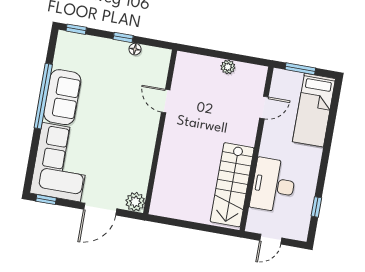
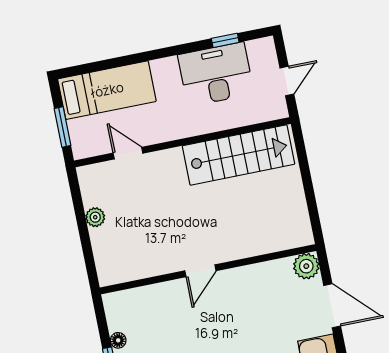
door: (166, 101) -> (200, 271), moved
desk: (273, 185) -> (216, 74), moved, turned 180
door: (271, 239) -> (287, 81), hinge flipped

